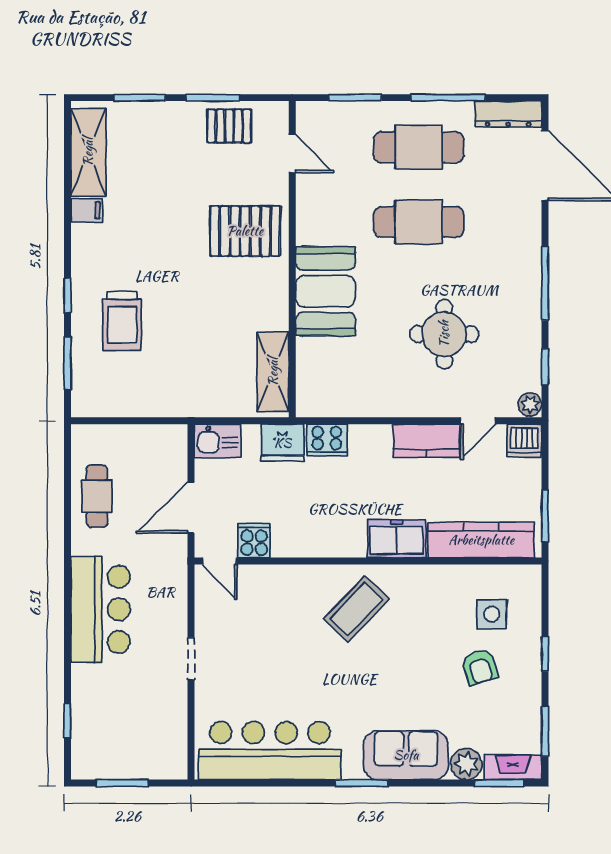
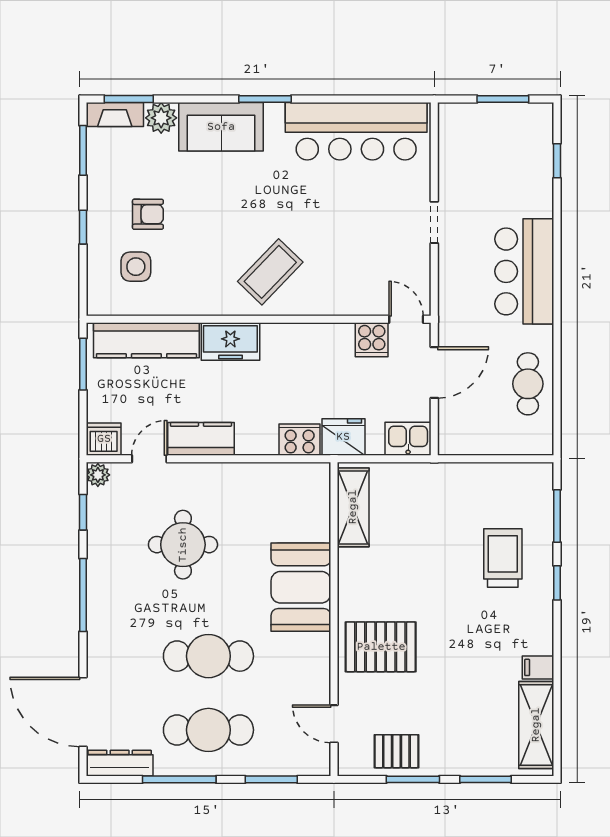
armchair: (480, 667) -> (148, 214), turned 108

